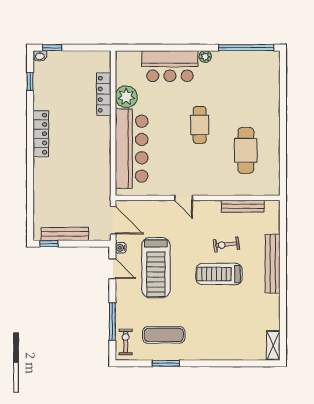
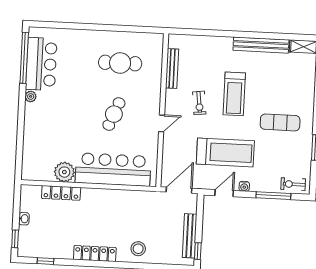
washbasin: (40, 56) -> (24, 219), moved
bar counter: (170, 66) -> (41, 64), moved
cafe table: (200, 125) -> (114, 114), moved, turned -68
stool: (48, 180) -> (138, 249), added
exercise bike: (226, 245) -> (199, 103), moved
water cooler: (121, 248) -> (244, 186), moved
bench: (273, 264) -> (261, 45), moved
exercise mat: (164, 335) -> (280, 122), moved, turned 90

